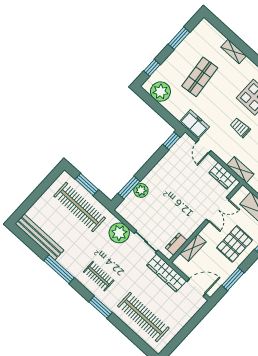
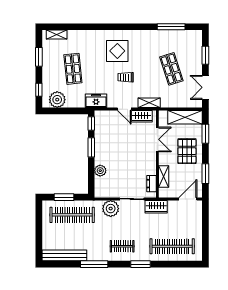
shelving: (234, 51) -> (57, 35), moved
door: (204, 146) -> (124, 109), moved
window: (129, 187) -> (91, 147), moved
wardrobe: (167, 273) -> (156, 207), width x0.67

